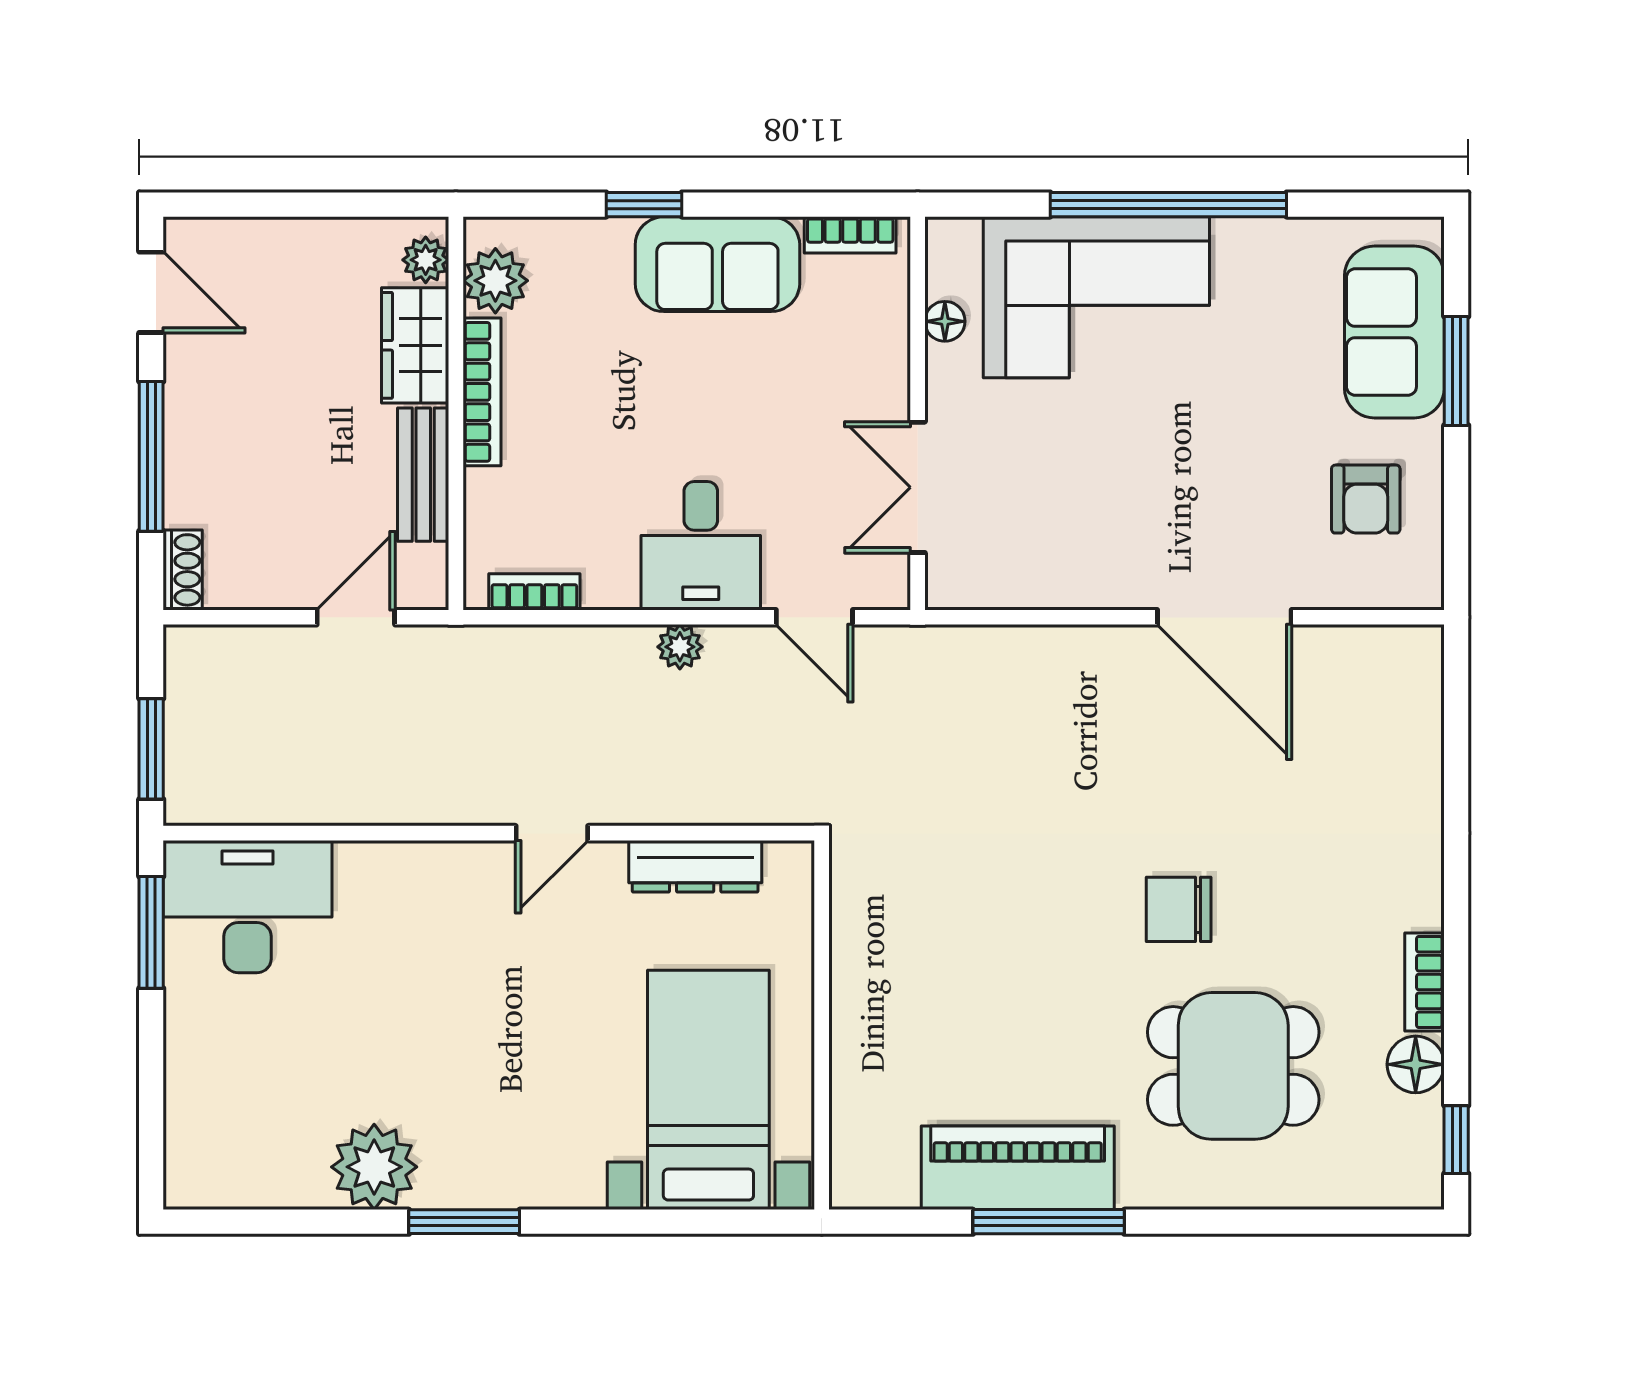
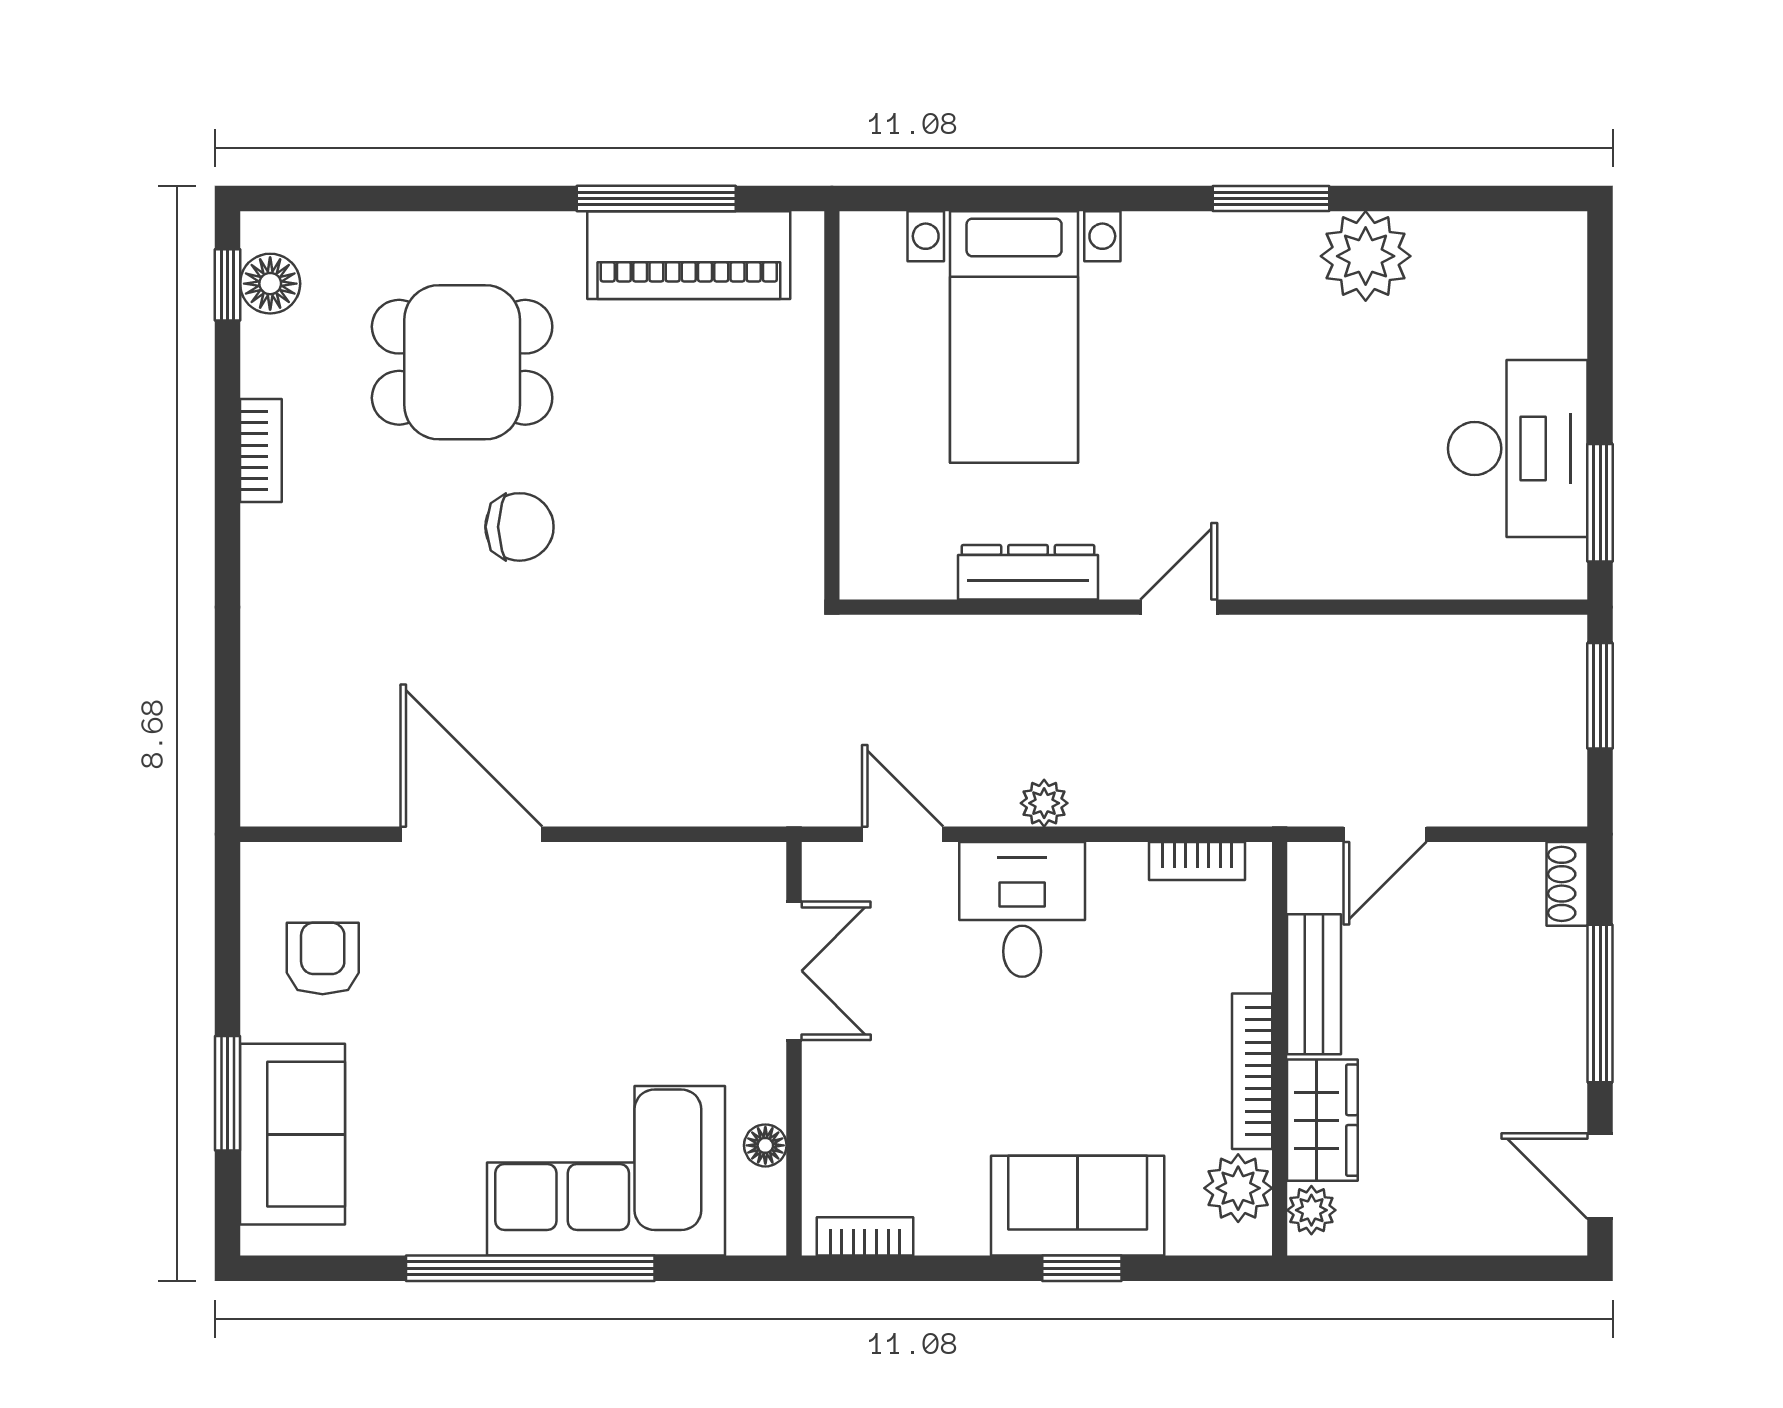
sofa: (717, 264) -> (1078, 1206), moved
desk: (248, 907) -> (1518, 449), moved, turned -90
wall: (822, 1025) -> (832, 405), moved
floor lamp: (1416, 1064) -> (270, 284), moved

